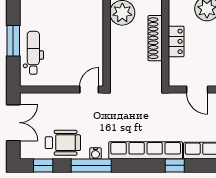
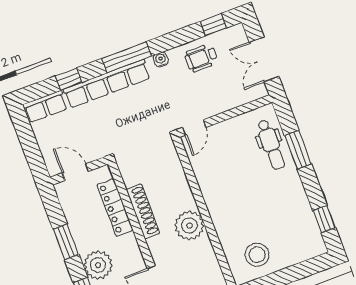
locker: (176, 41) -> (115, 207), width x1.53
wheelchair: (63, 143) -> (201, 58), width x0.73, depth x0.73
window: (91, 165) -> (127, 57), moved

